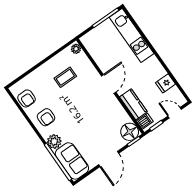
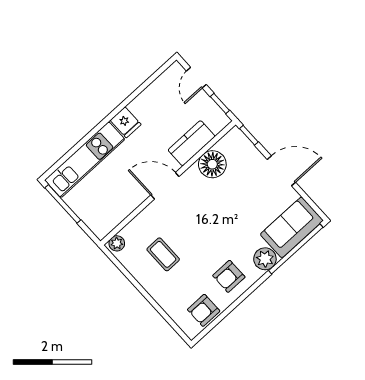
fridge: (165, 83) -> (126, 122), moved
armchair: (27, 98) -> (204, 310), turned 180
armchair: (46, 117) -> (229, 276), turned 180
dishwasher: (145, 121) -> (216, 122), removed
floor lamp: (130, 132) -> (212, 164), moved

